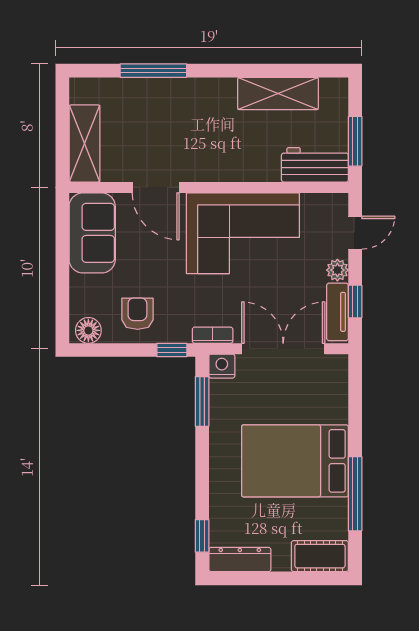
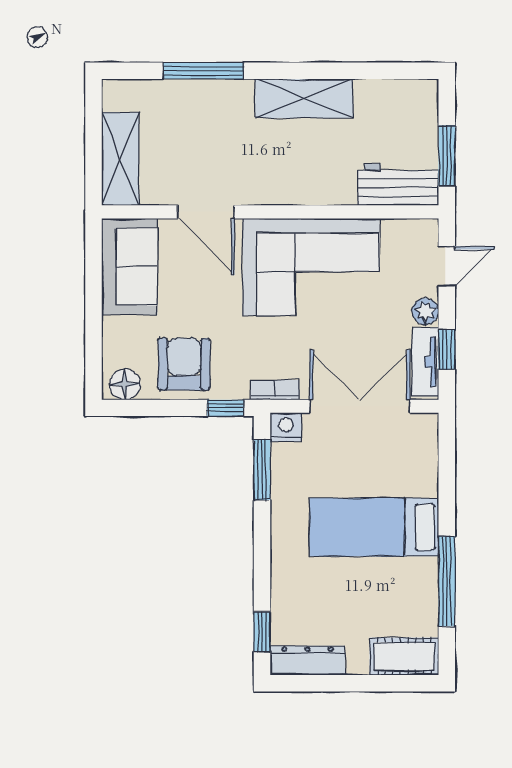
shelving: (278, 94) -> (304, 98), moved
armchair: (137, 314) -> (184, 364), width x1.38, depth x1.38
bed: (295, 461) -> (374, 527), width x0.67

